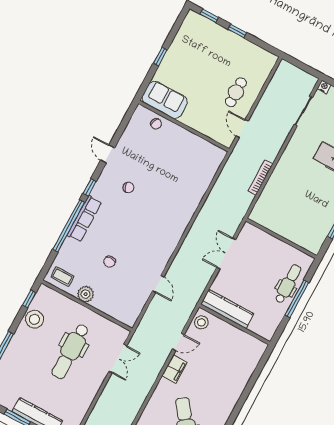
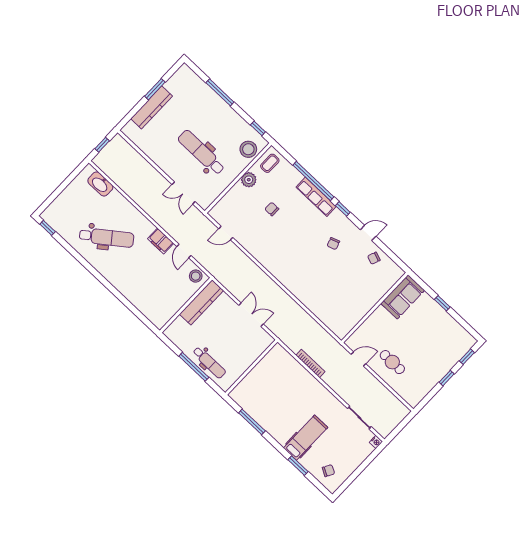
chair: (156, 124) -> (374, 258), moved
door: (158, 284) -> (226, 233), moved
stool: (34, 319) -> (248, 149), moved

